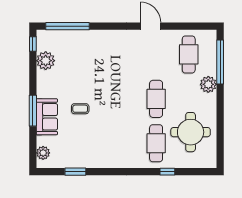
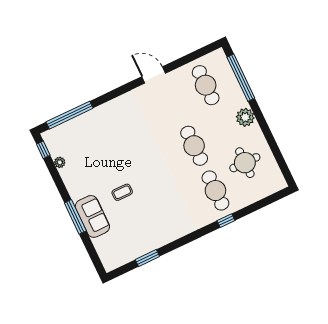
plant: (46, 61) -> (60, 162), width x0.53, depth x0.53
plant: (208, 84) -> (245, 117), moved
round table: (191, 132) -> (245, 163), width x0.73, depth x0.73
plant: (43, 153) -> (106, 255), removed
window: (167, 172) -> (226, 221), moved

